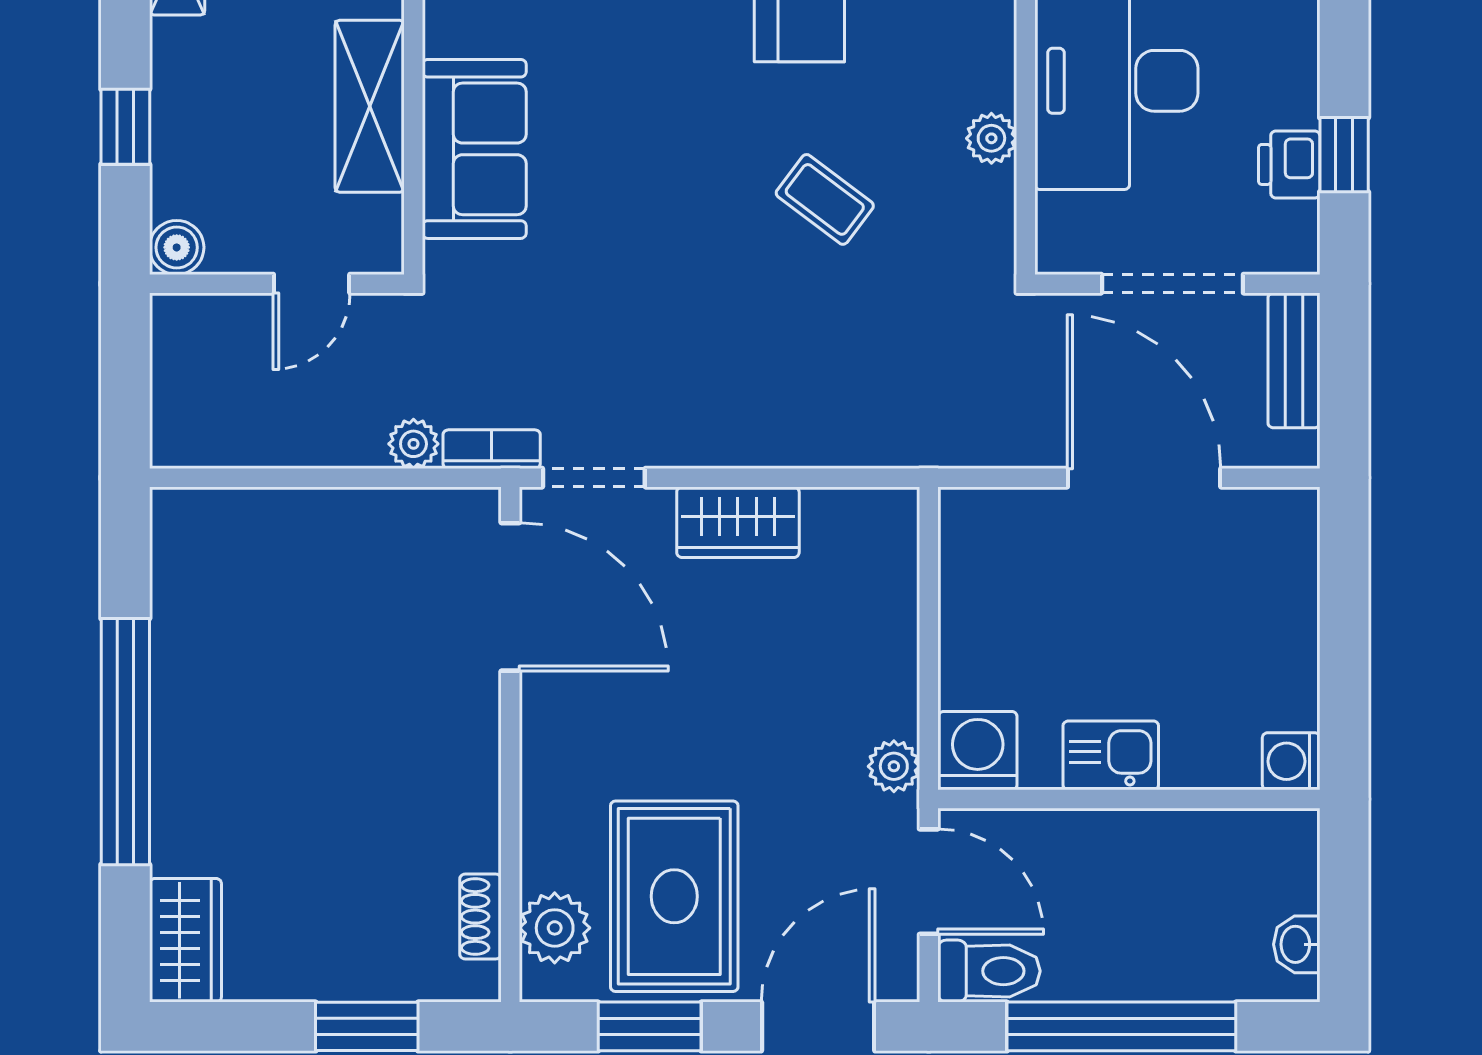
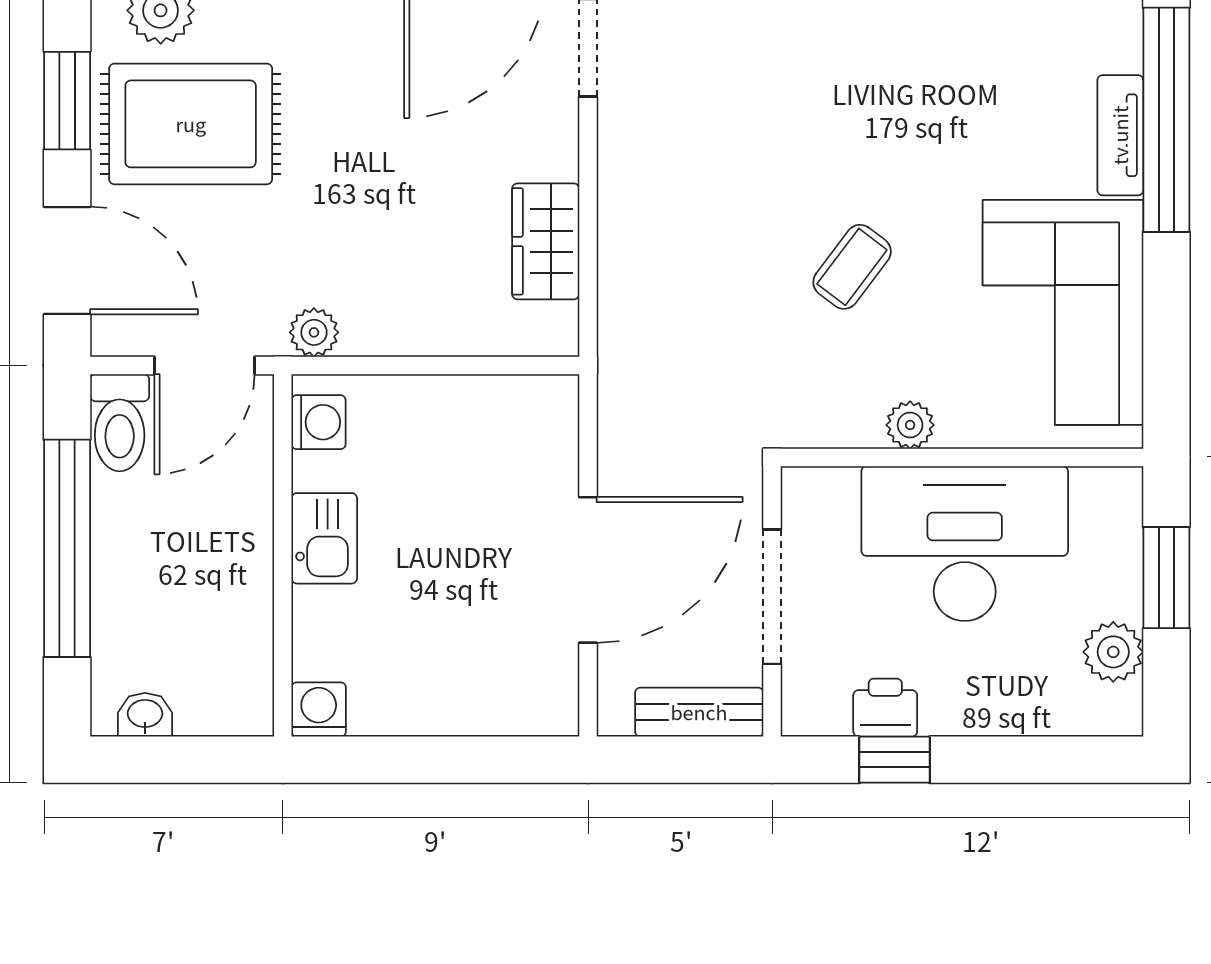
wardrobe: (738, 522) -> (546, 241), moved
washing machine: (978, 751) -> (319, 422), width x0.73, depth x0.73

